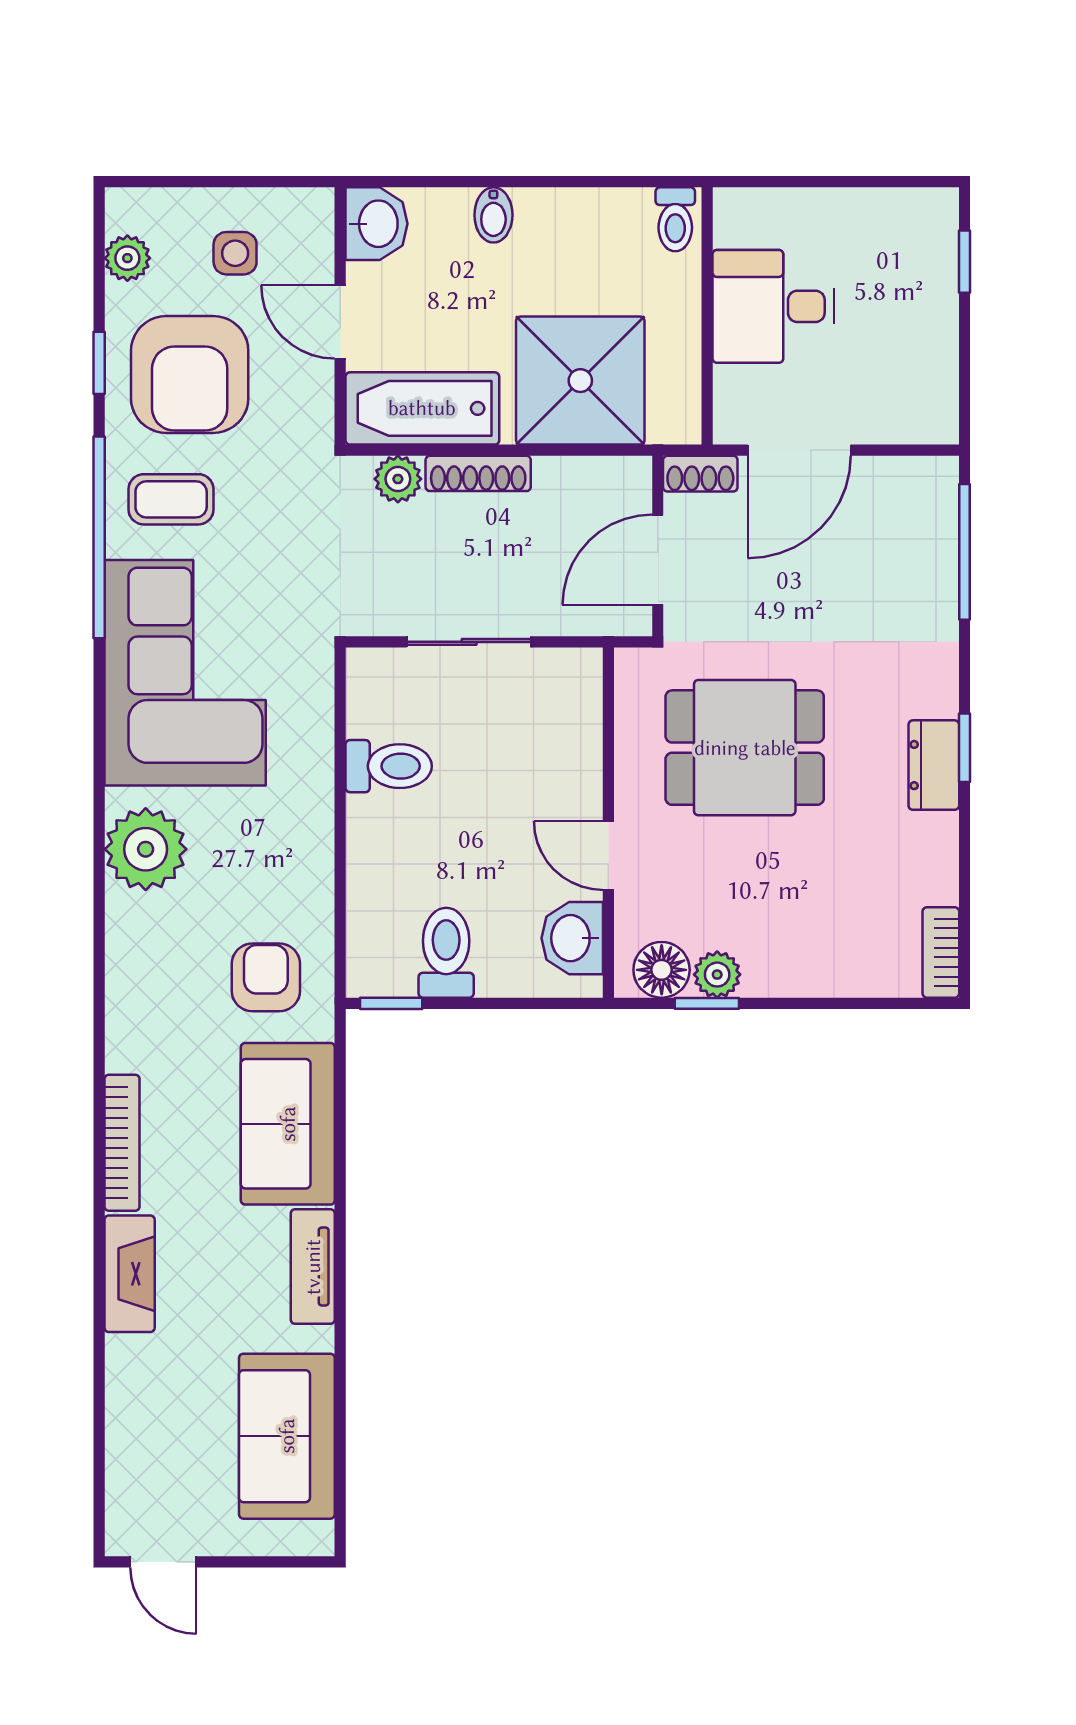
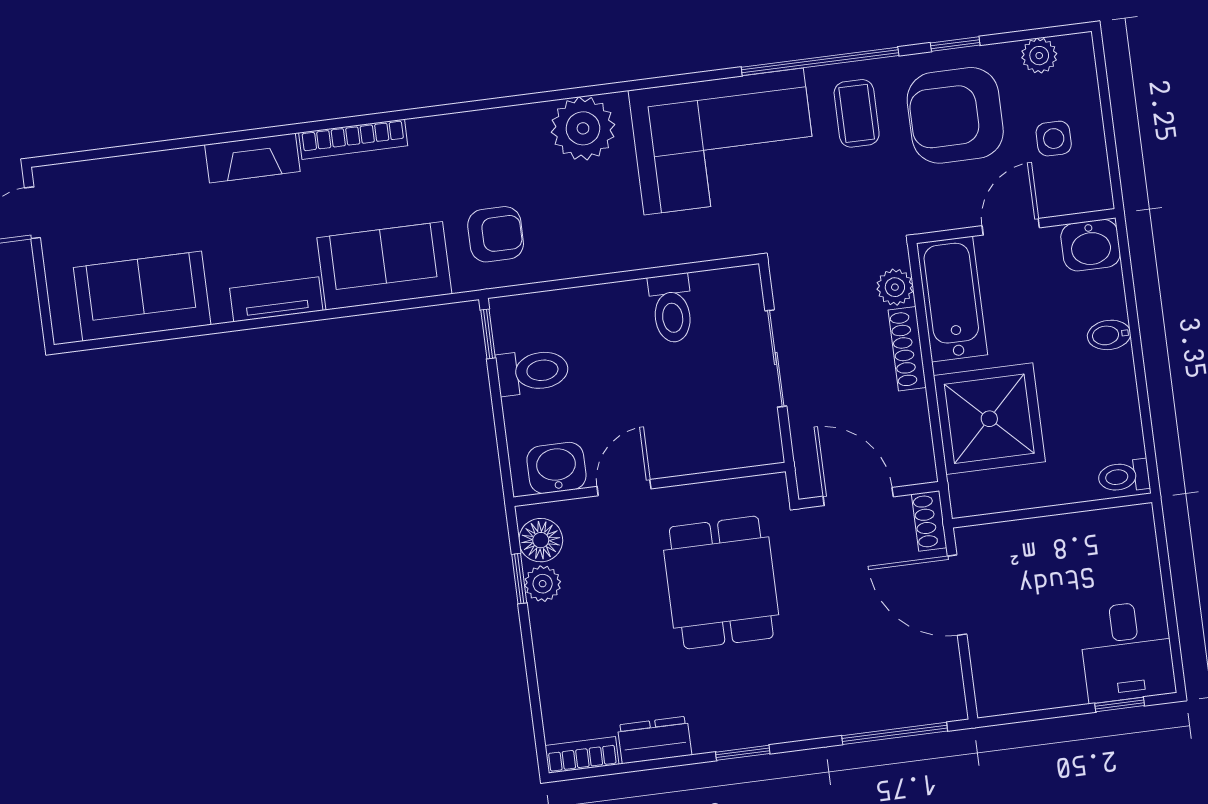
desk: (773, 306) -> (1127, 651), moved, turned 180
dresser: (934, 765) -> (655, 740), moved

